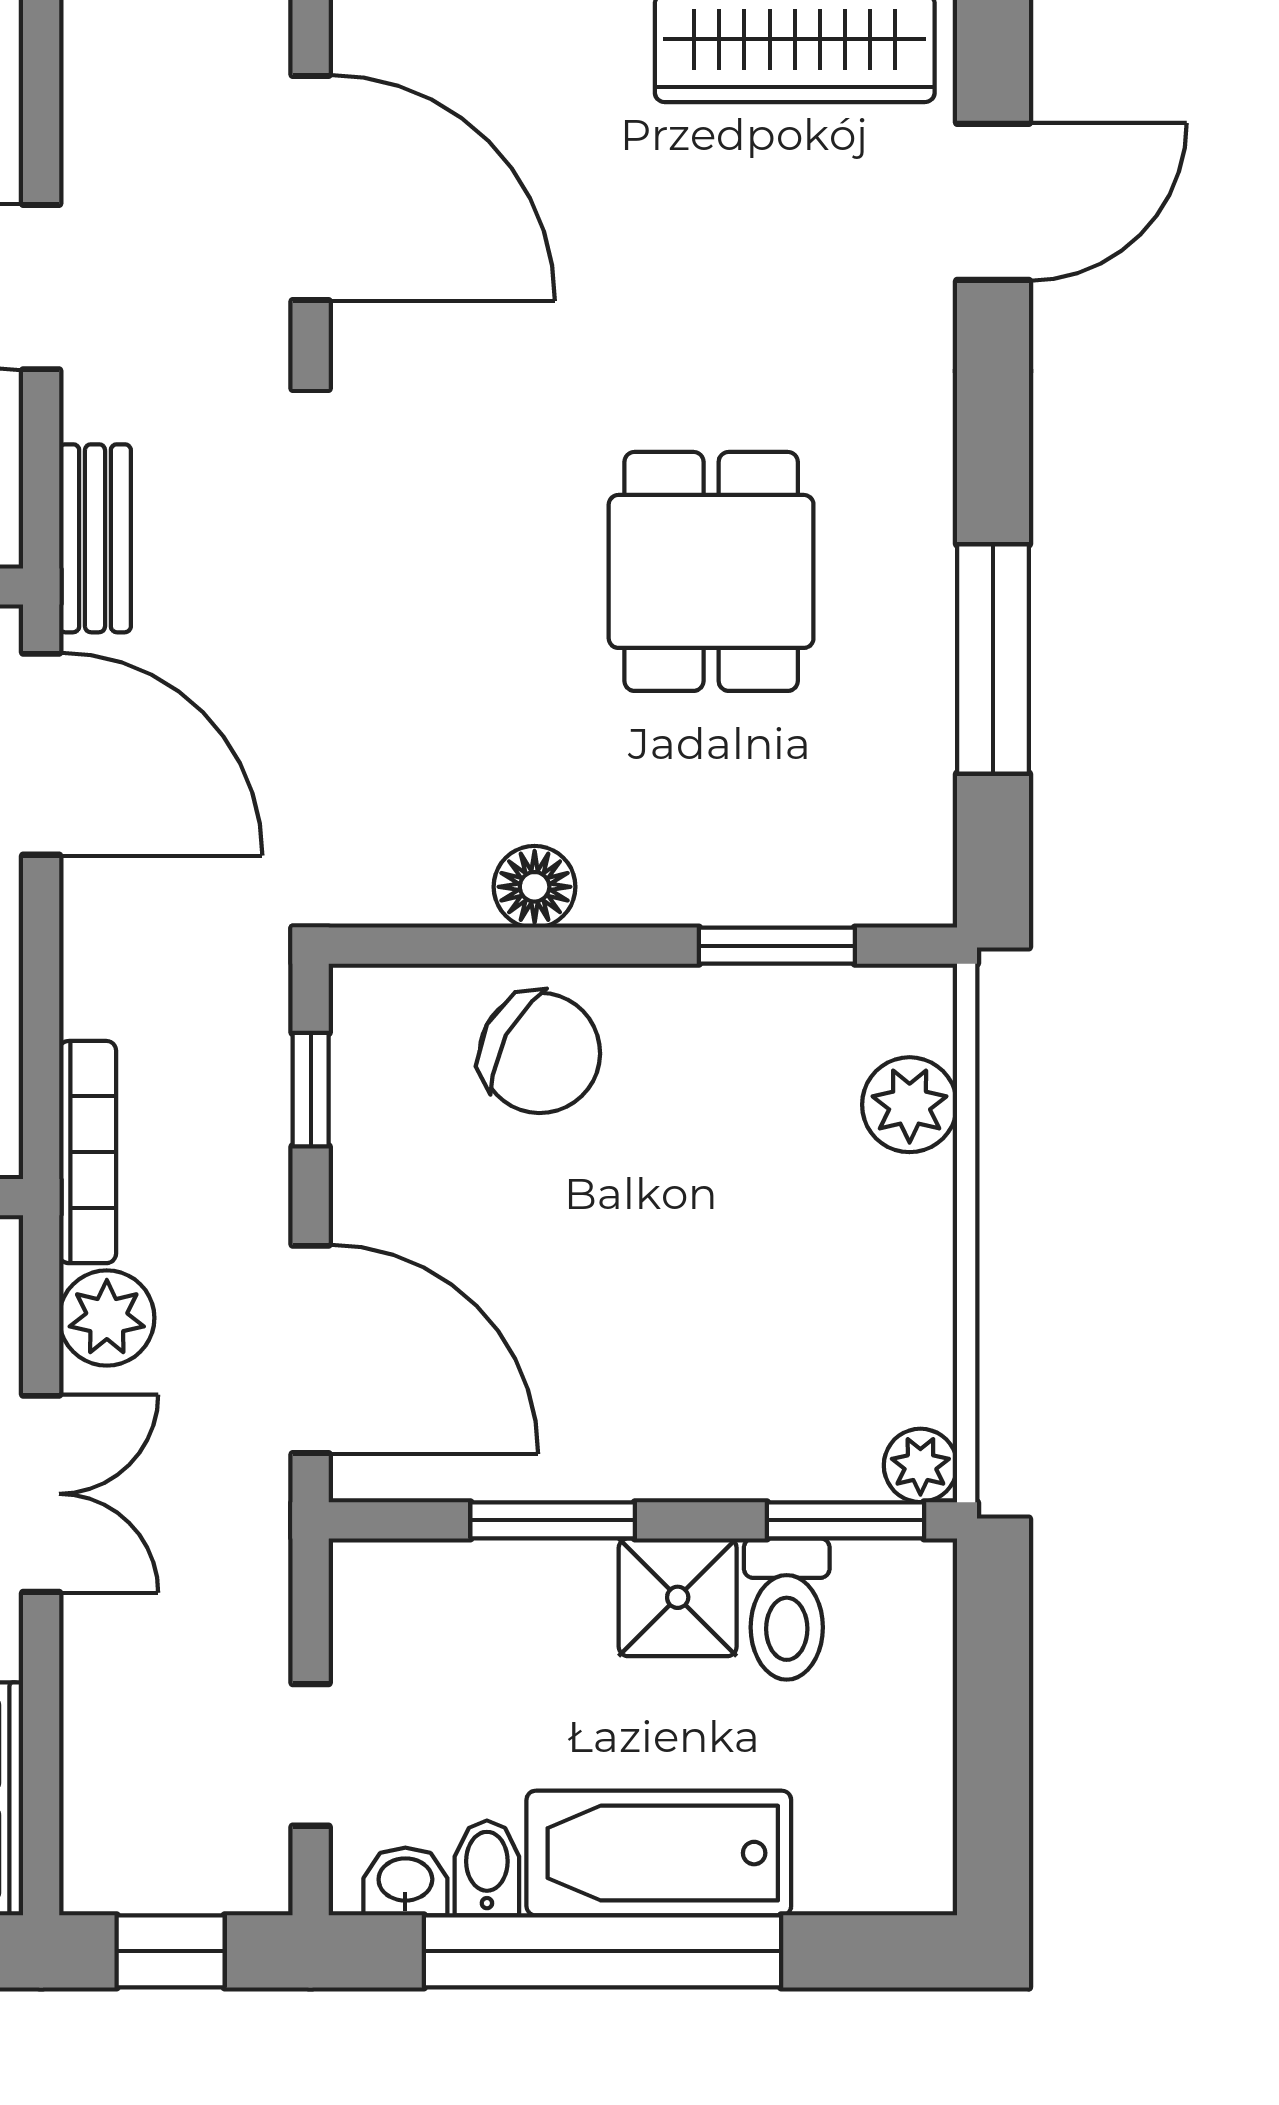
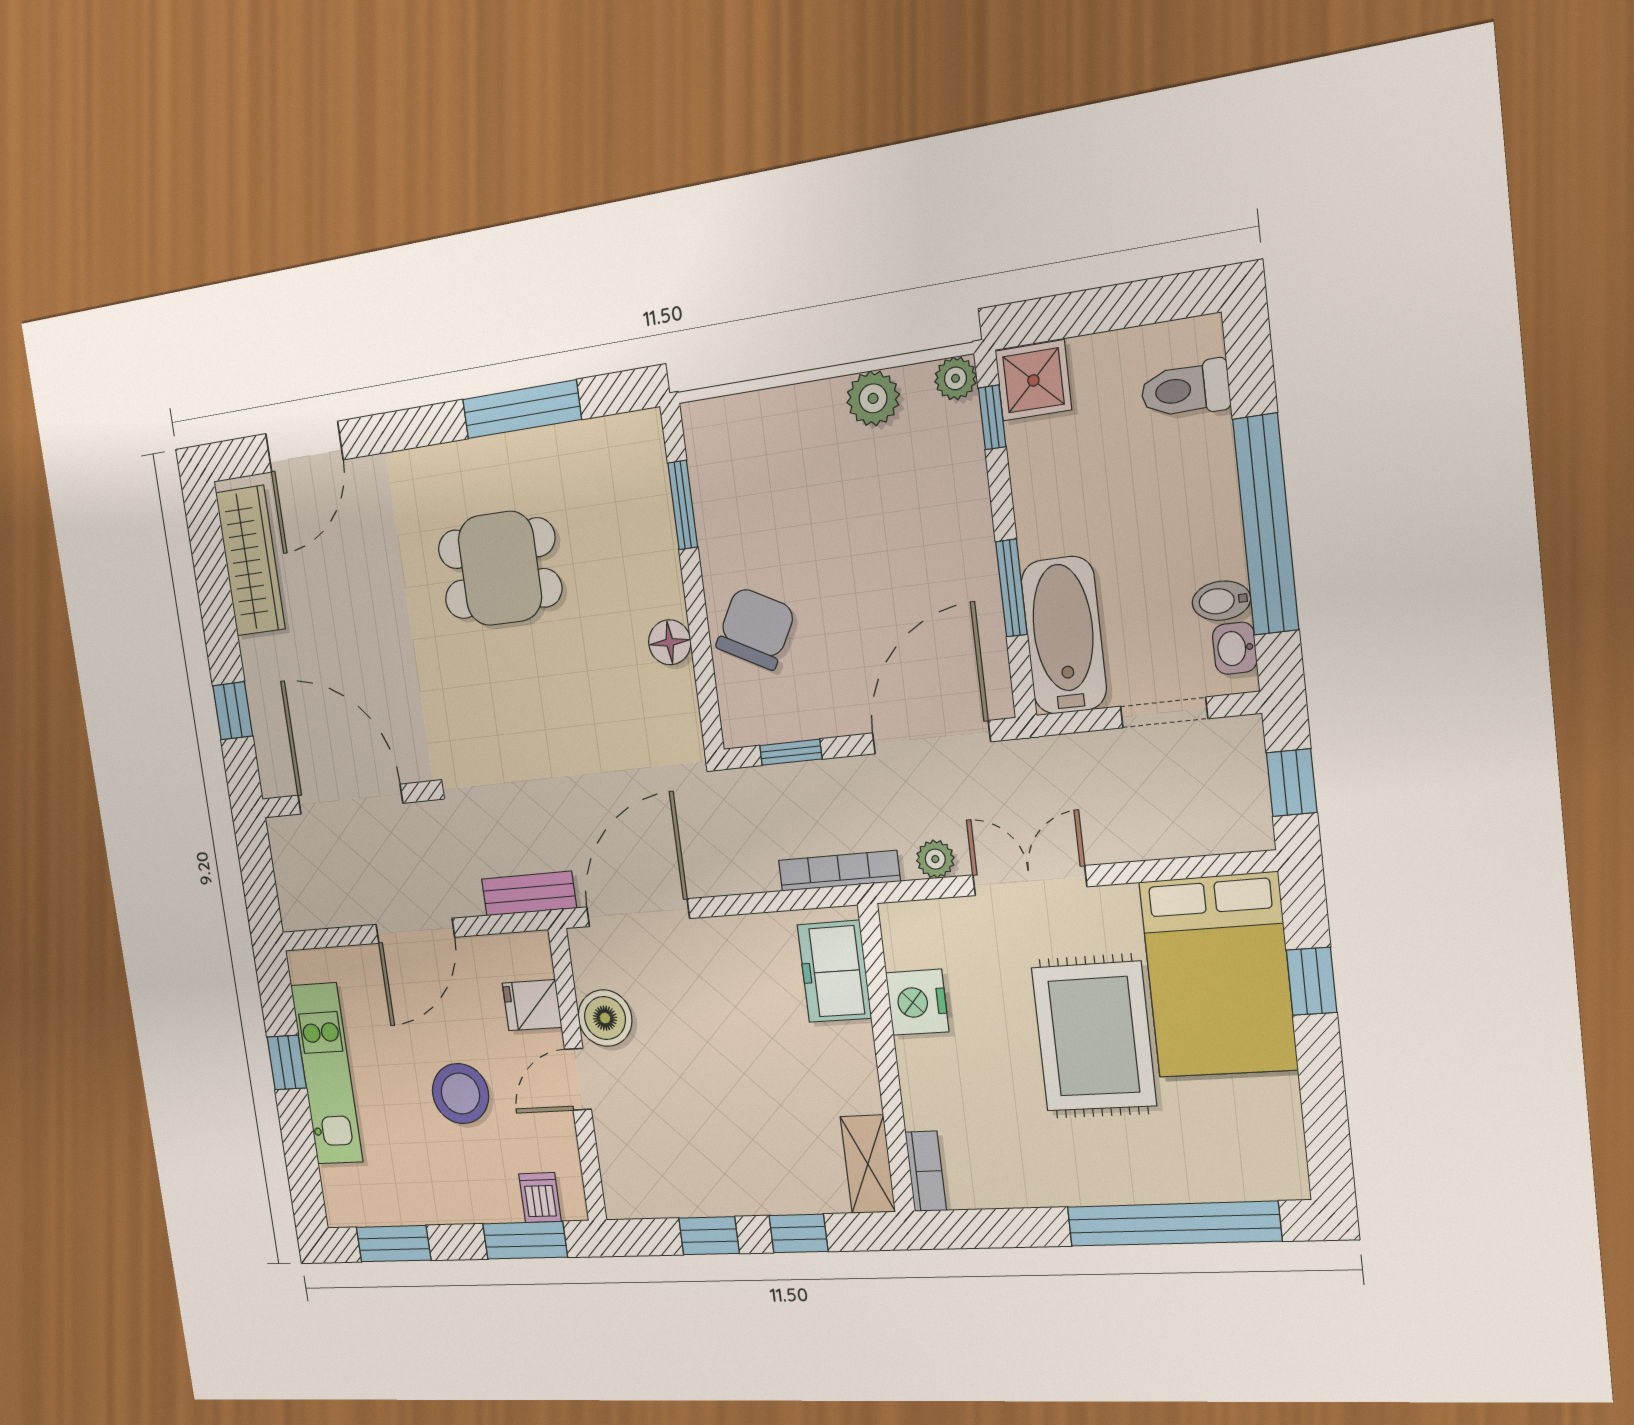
door: (311, 188) -> (350, 799), hinge flipped
door: (993, 202) -> (304, 447), swing flipped
plant: (910, 1105) -> (873, 398), moved
plant: (107, 1318) -> (935, 859), width x0.73, depth x0.73
window: (845, 1520) -> (992, 417), width x0.67
shower: (678, 1597) -> (1033, 380), moved
toilet: (787, 1609) -> (1185, 389), moved, turned 180
bathtub: (659, 1853) -> (1064, 635), moved, turned 180

